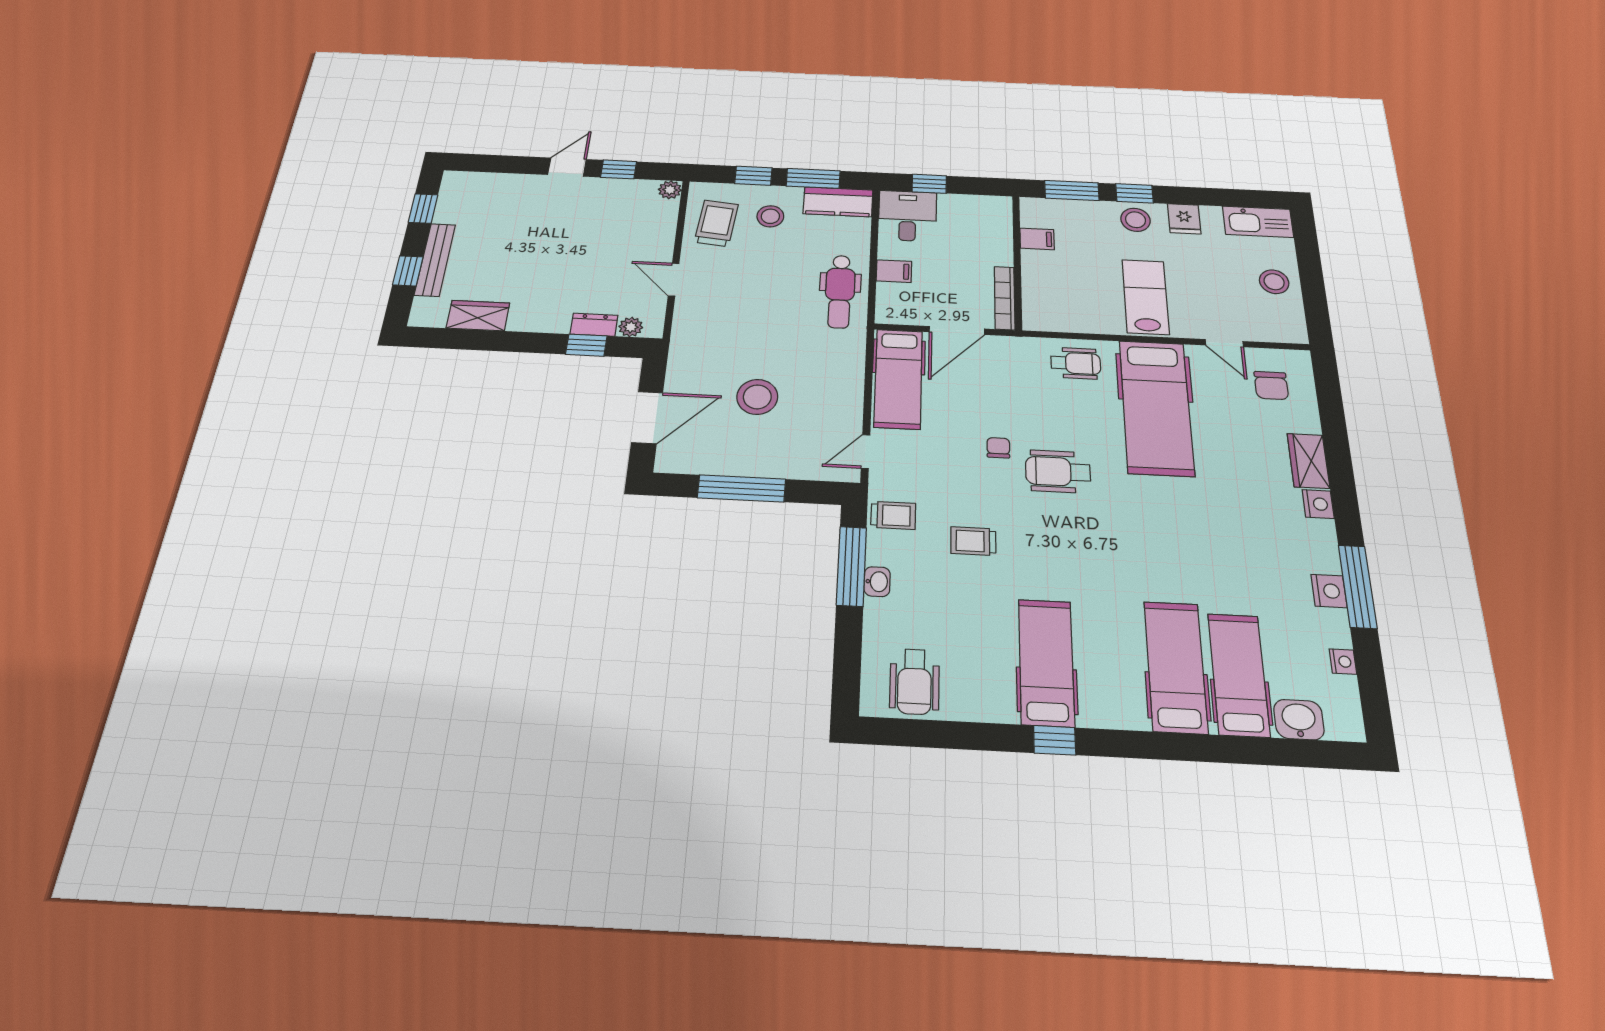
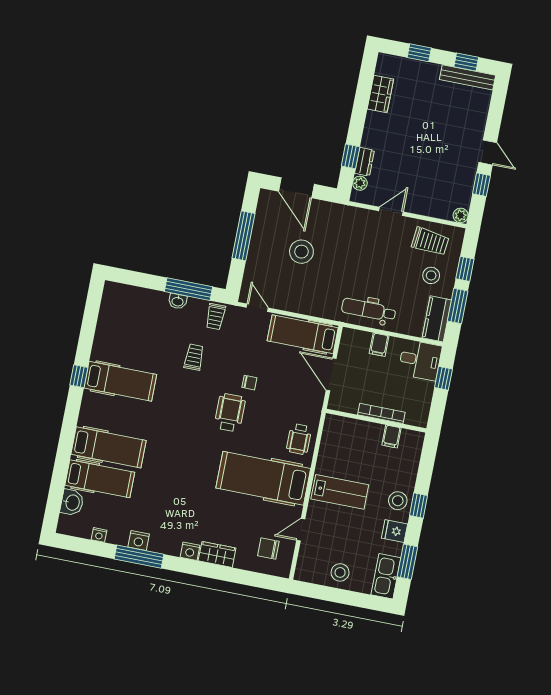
window: (1072, 190) -> (407, 562), moved
bench: (435, 260) -> (468, 77), moved
bookcase: (1005, 298) -> (381, 413), moved
wheelchair: (914, 681) -> (119, 311), removed

